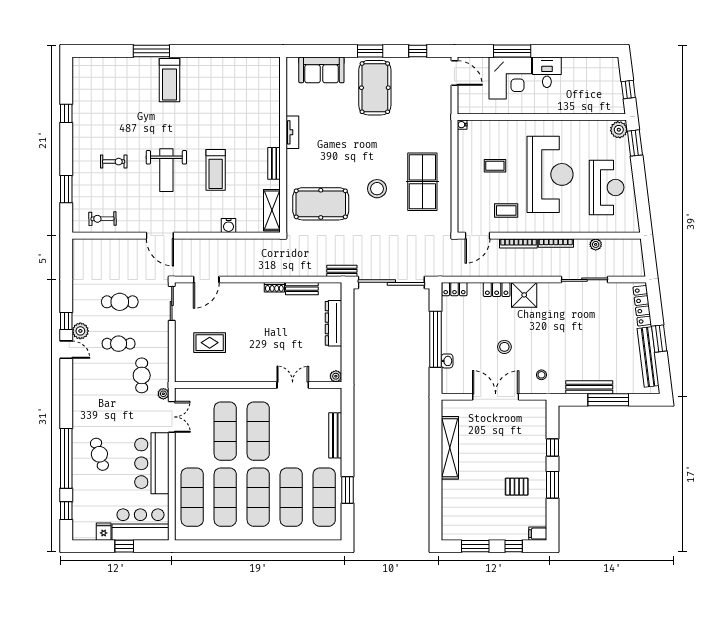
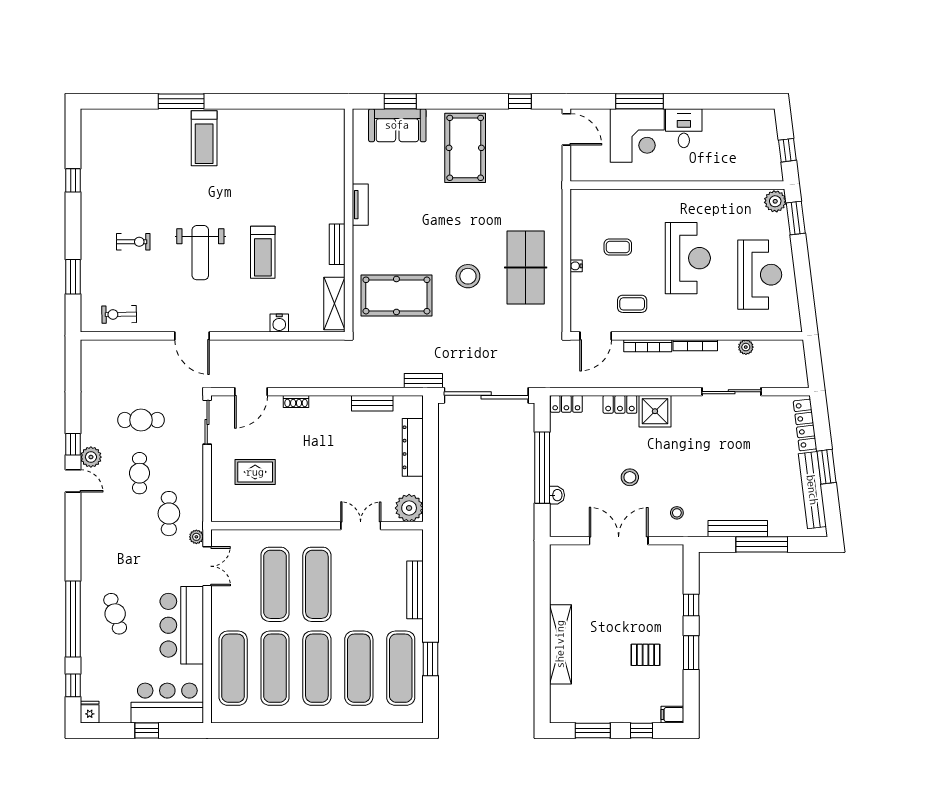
window: (370, 51) -> (400, 101), moved
water cooler: (462, 125) -> (576, 266), moved
reception desk: (550, 174) -> (688, 258), width x0.74, depth x0.77
shoe rack: (274, 287) -> (296, 402), moved
cafe table: (119, 344) -> (139, 473), turned 90
plant: (336, 376) -> (409, 508), width x1.88, depth x1.88
shelving: (450, 448) -> (560, 644), moved
fridge: (104, 532) -> (90, 712), moved

